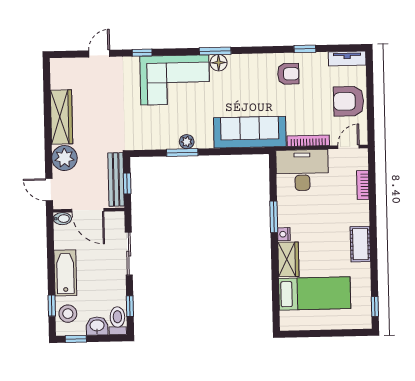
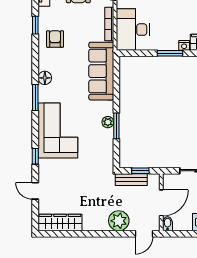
floor lamp: (219, 63) -> (45, 78), moved
wardrobe: (61, 117) -> (60, 222), moved
bench: (116, 179) -> (131, 180), width x0.73

